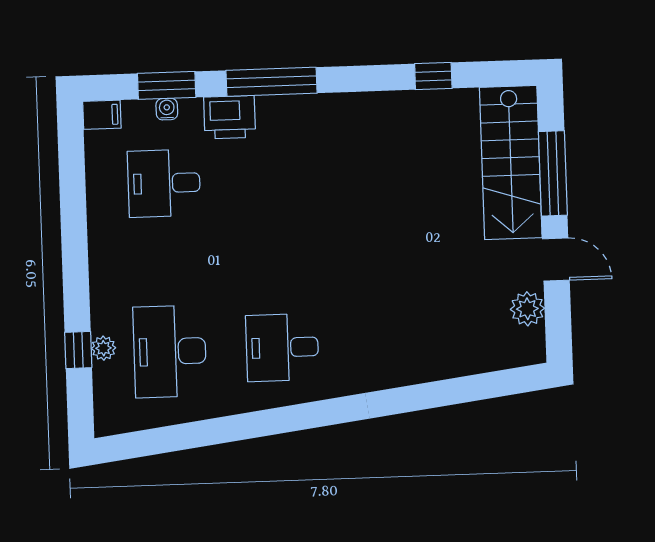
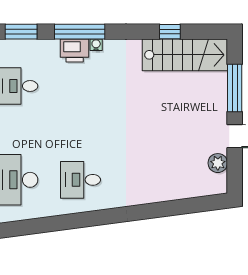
water cooler: (167, 109) -> (96, 45), moved
printer: (230, 117) -> (75, 50), moved
stairs: (511, 163) -> (185, 55), moved, turned -90

